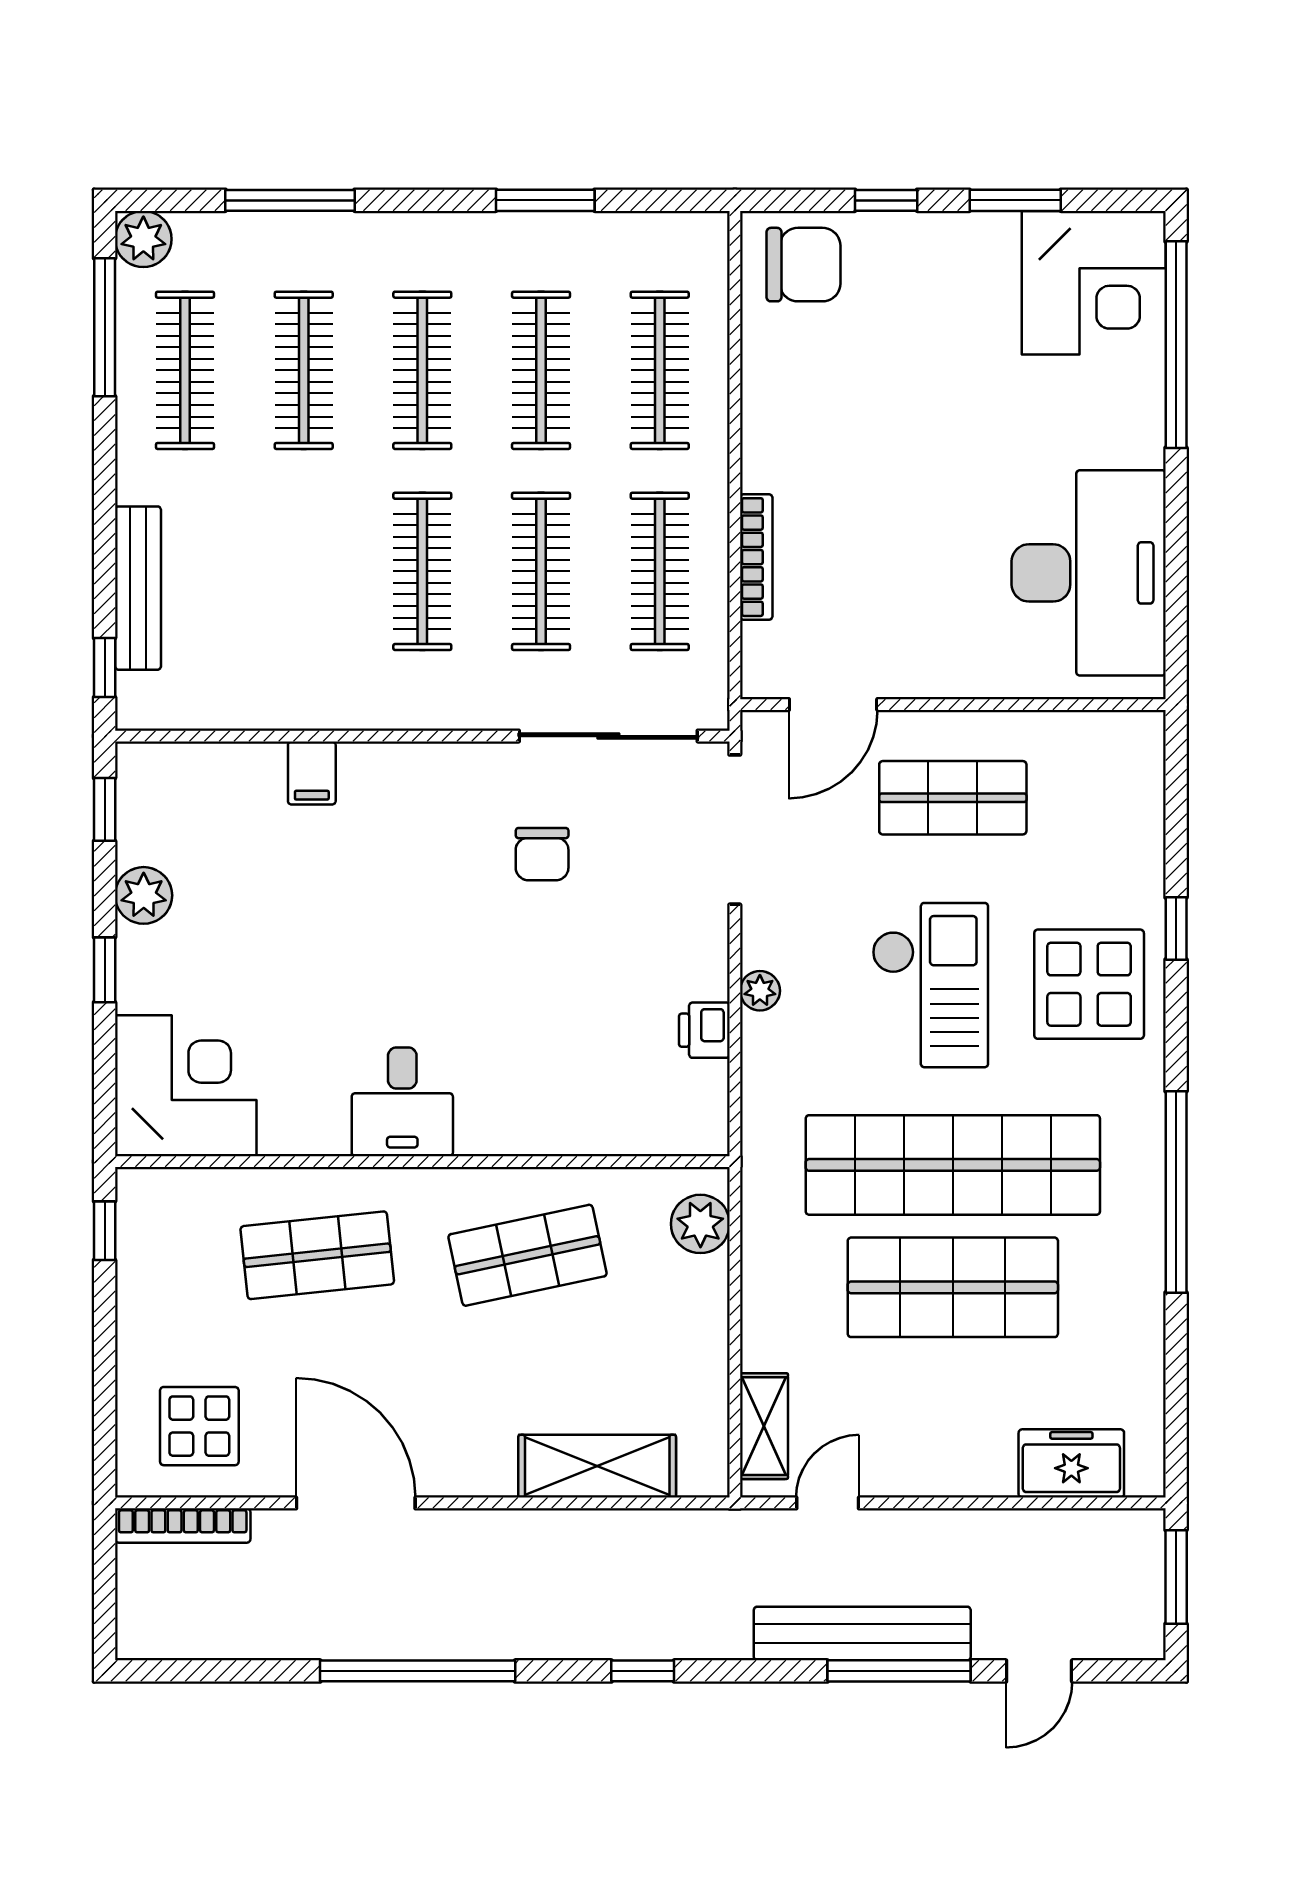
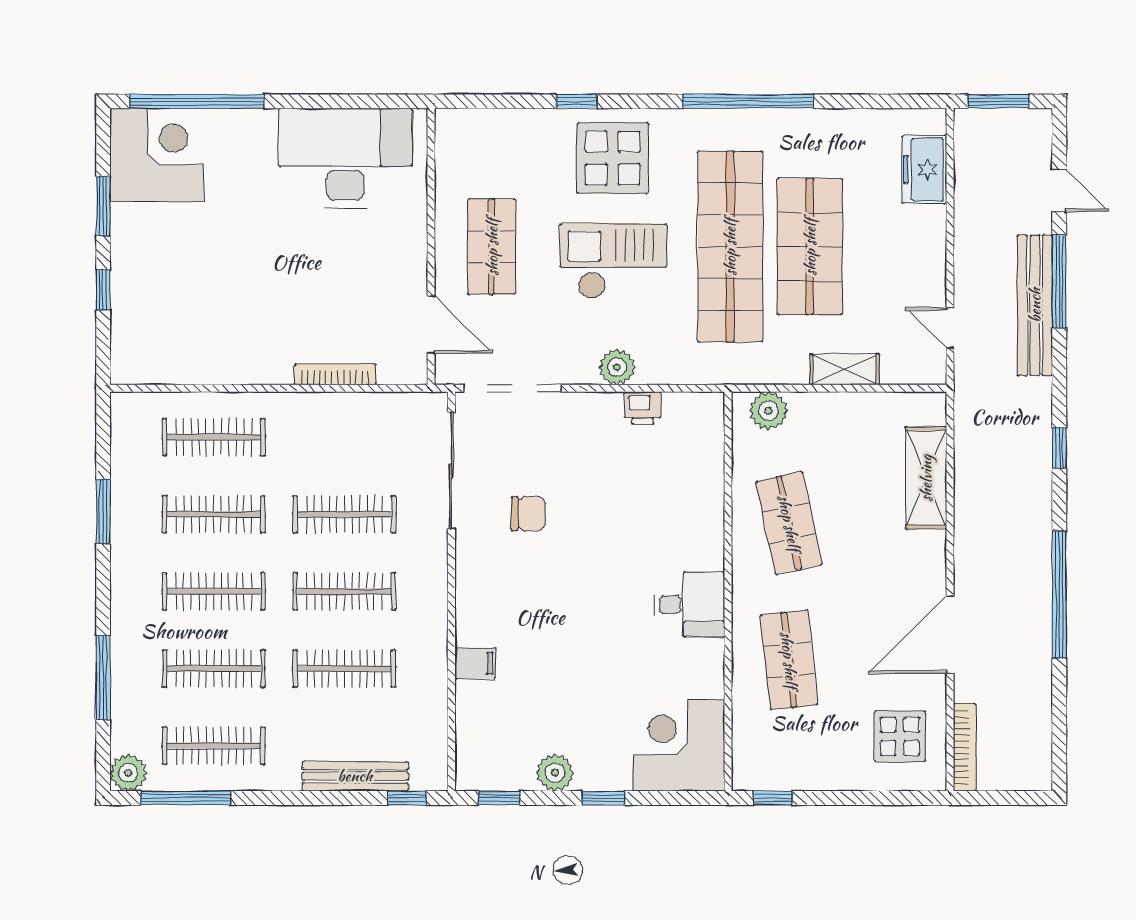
chair: (803, 265) -> (145, 344), removed
clothes rail: (660, 571) -> (344, 669), moved
plant: (760, 991) -> (617, 367), width x1.38, depth x1.38
shelving: (764, 1426) -> (844, 369), moved

